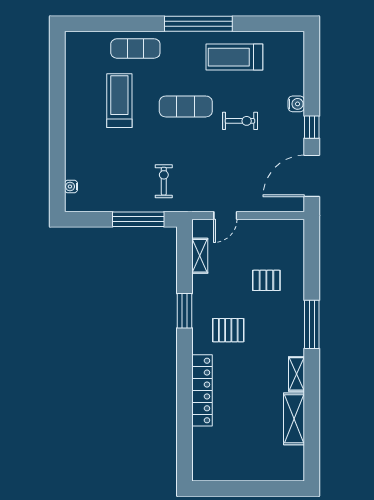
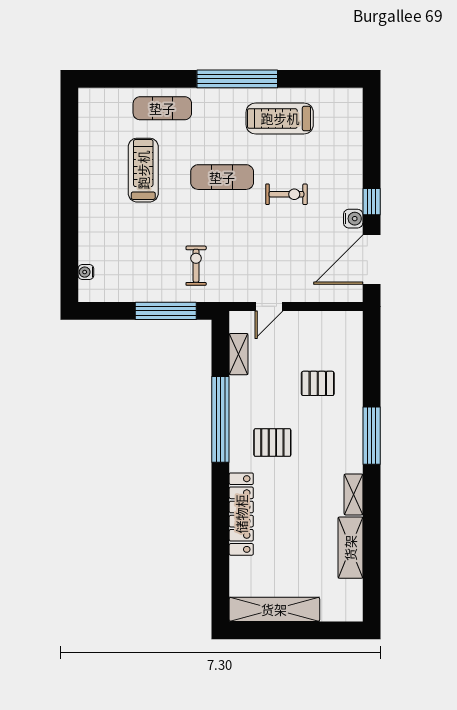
water cooler: (296, 104) -> (353, 219), moved
window: (184, 311) -> (220, 419), width x2.11
shelving: (230, 471) -> (274, 609), added

